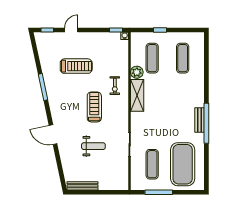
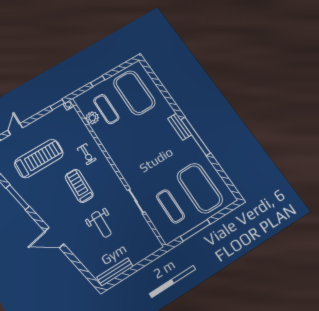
exercise mat: (183, 58) -> (134, 93), width x2.00, depth x1.45
treadmill: (76, 66) -> (39, 158), width x1.37, depth x1.38
plant: (137, 72) -> (92, 118), moved
shelving: (137, 95) -> (114, 150), removed
bench: (199, 120) -> (180, 127), moved
weight bench: (93, 146) -> (101, 224), turned 90

